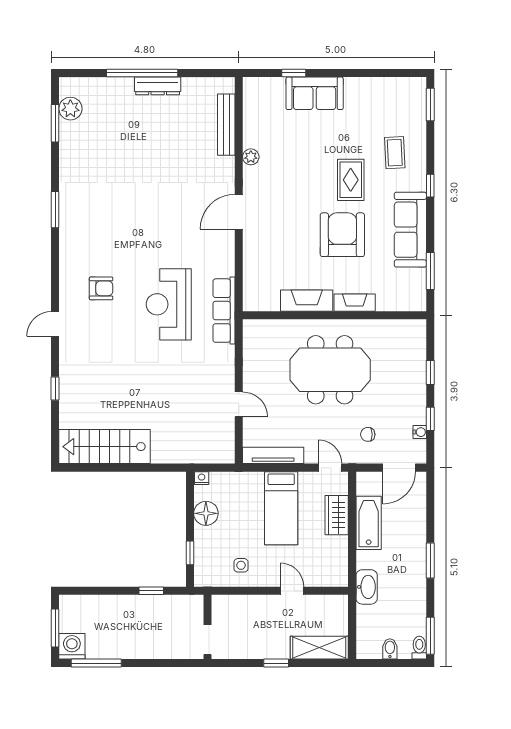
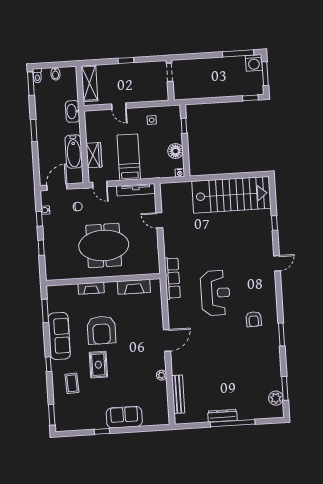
window: (294, 73) -> (102, 431), moved
armchair: (101, 288) -> (254, 319), moved, turned -92
fireplace: (307, 301) -> (134, 287), moved
reception desk: (169, 304) -> (215, 293), moved
stairs: (105, 447) -> (231, 195), width x1.36, depth x1.51
window: (151, 591) -> (250, 98), moved
shelving: (319, 648) -> (89, 83), moved, turned 90

